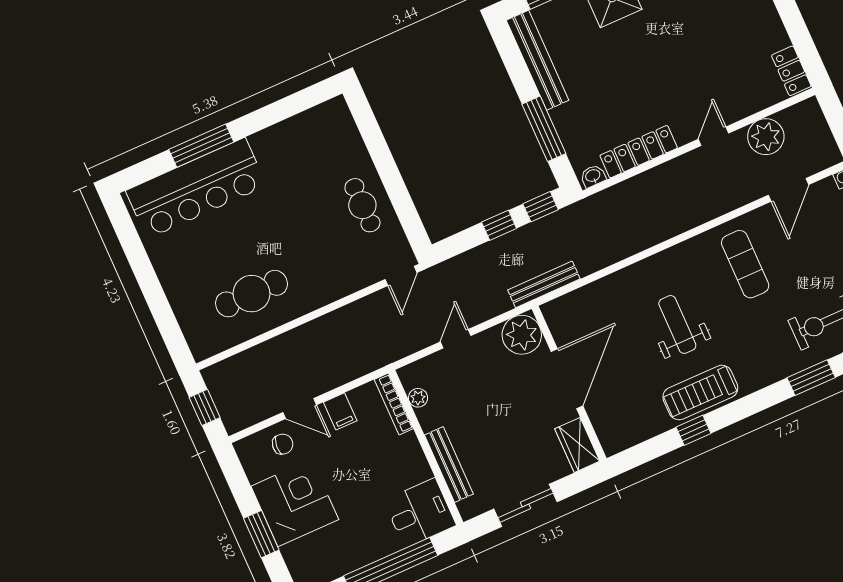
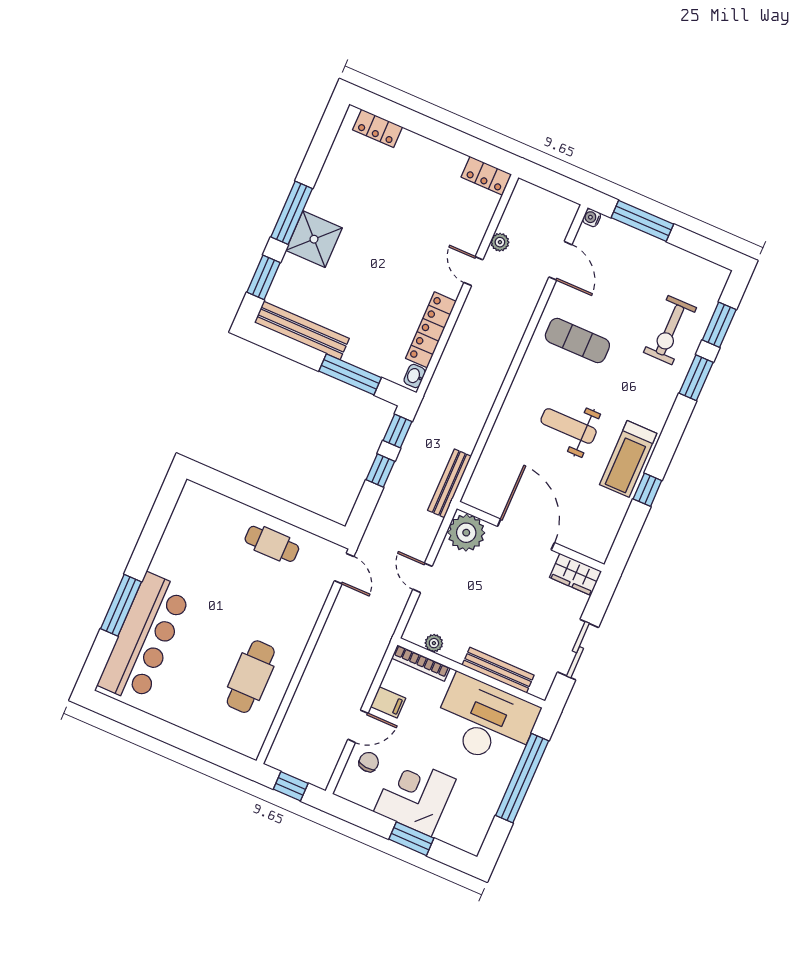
plant: (766, 137) -> (500, 242), width x0.53, depth x0.53
desk: (420, 513) -> (486, 721), width x1.87, depth x1.30

